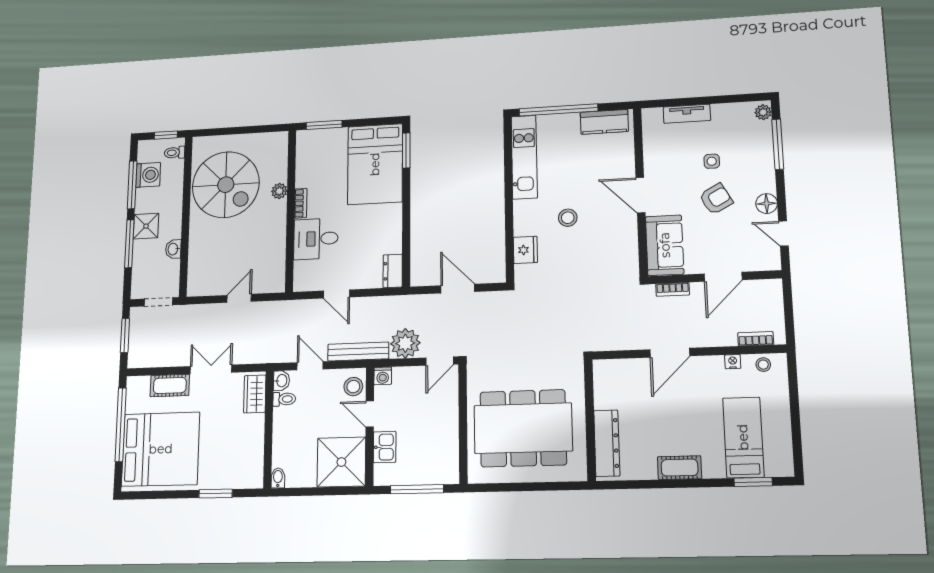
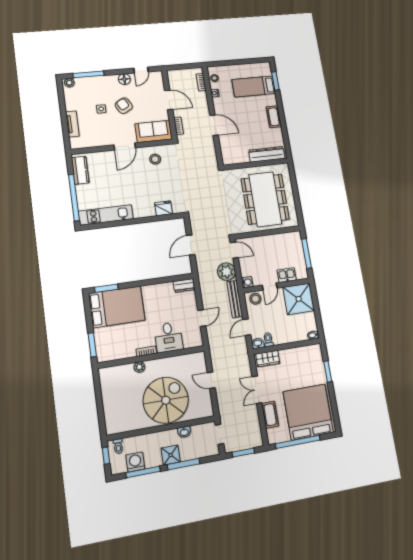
spiral stairs: (226, 185) -> (166, 400), moved
stool: (568, 218) -> (155, 159), moved

